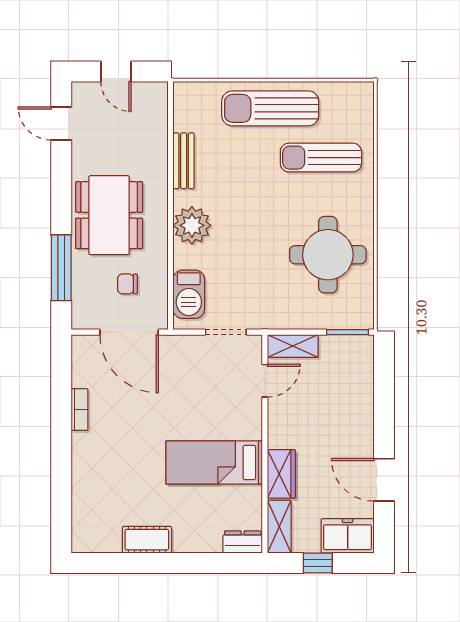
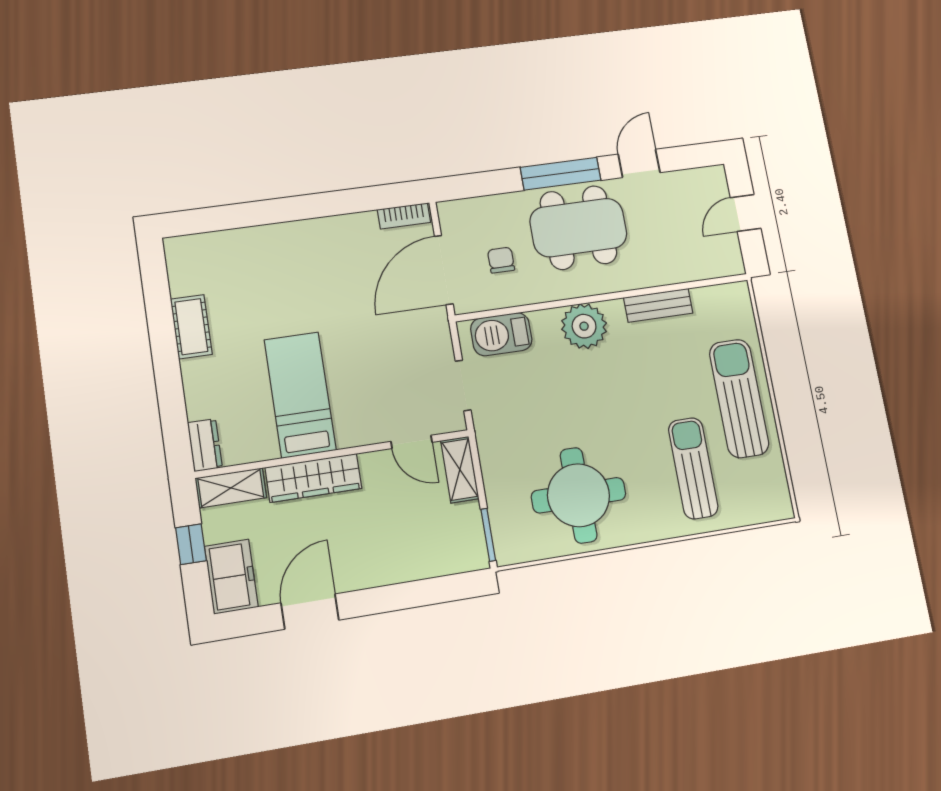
door: (61, 123) -> (639, 163), moved
window: (61, 268) -> (561, 174), moved
bookcase: (80, 410) -> (404, 216), moved
wardrobe: (281, 474) -> (313, 478), width x1.50

